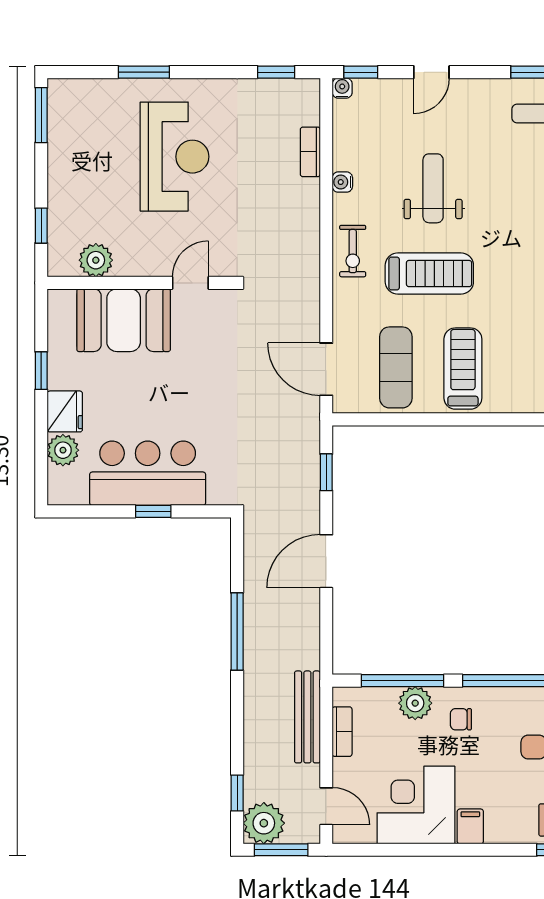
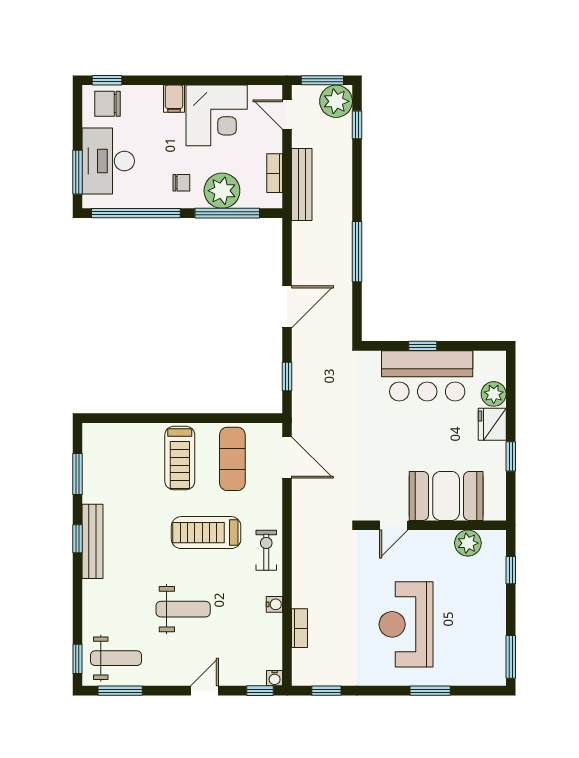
weight bench: (433, 188) -> (183, 609), moved, turned -90
plant: (415, 703) -> (222, 191), width x1.36, depth x1.36

